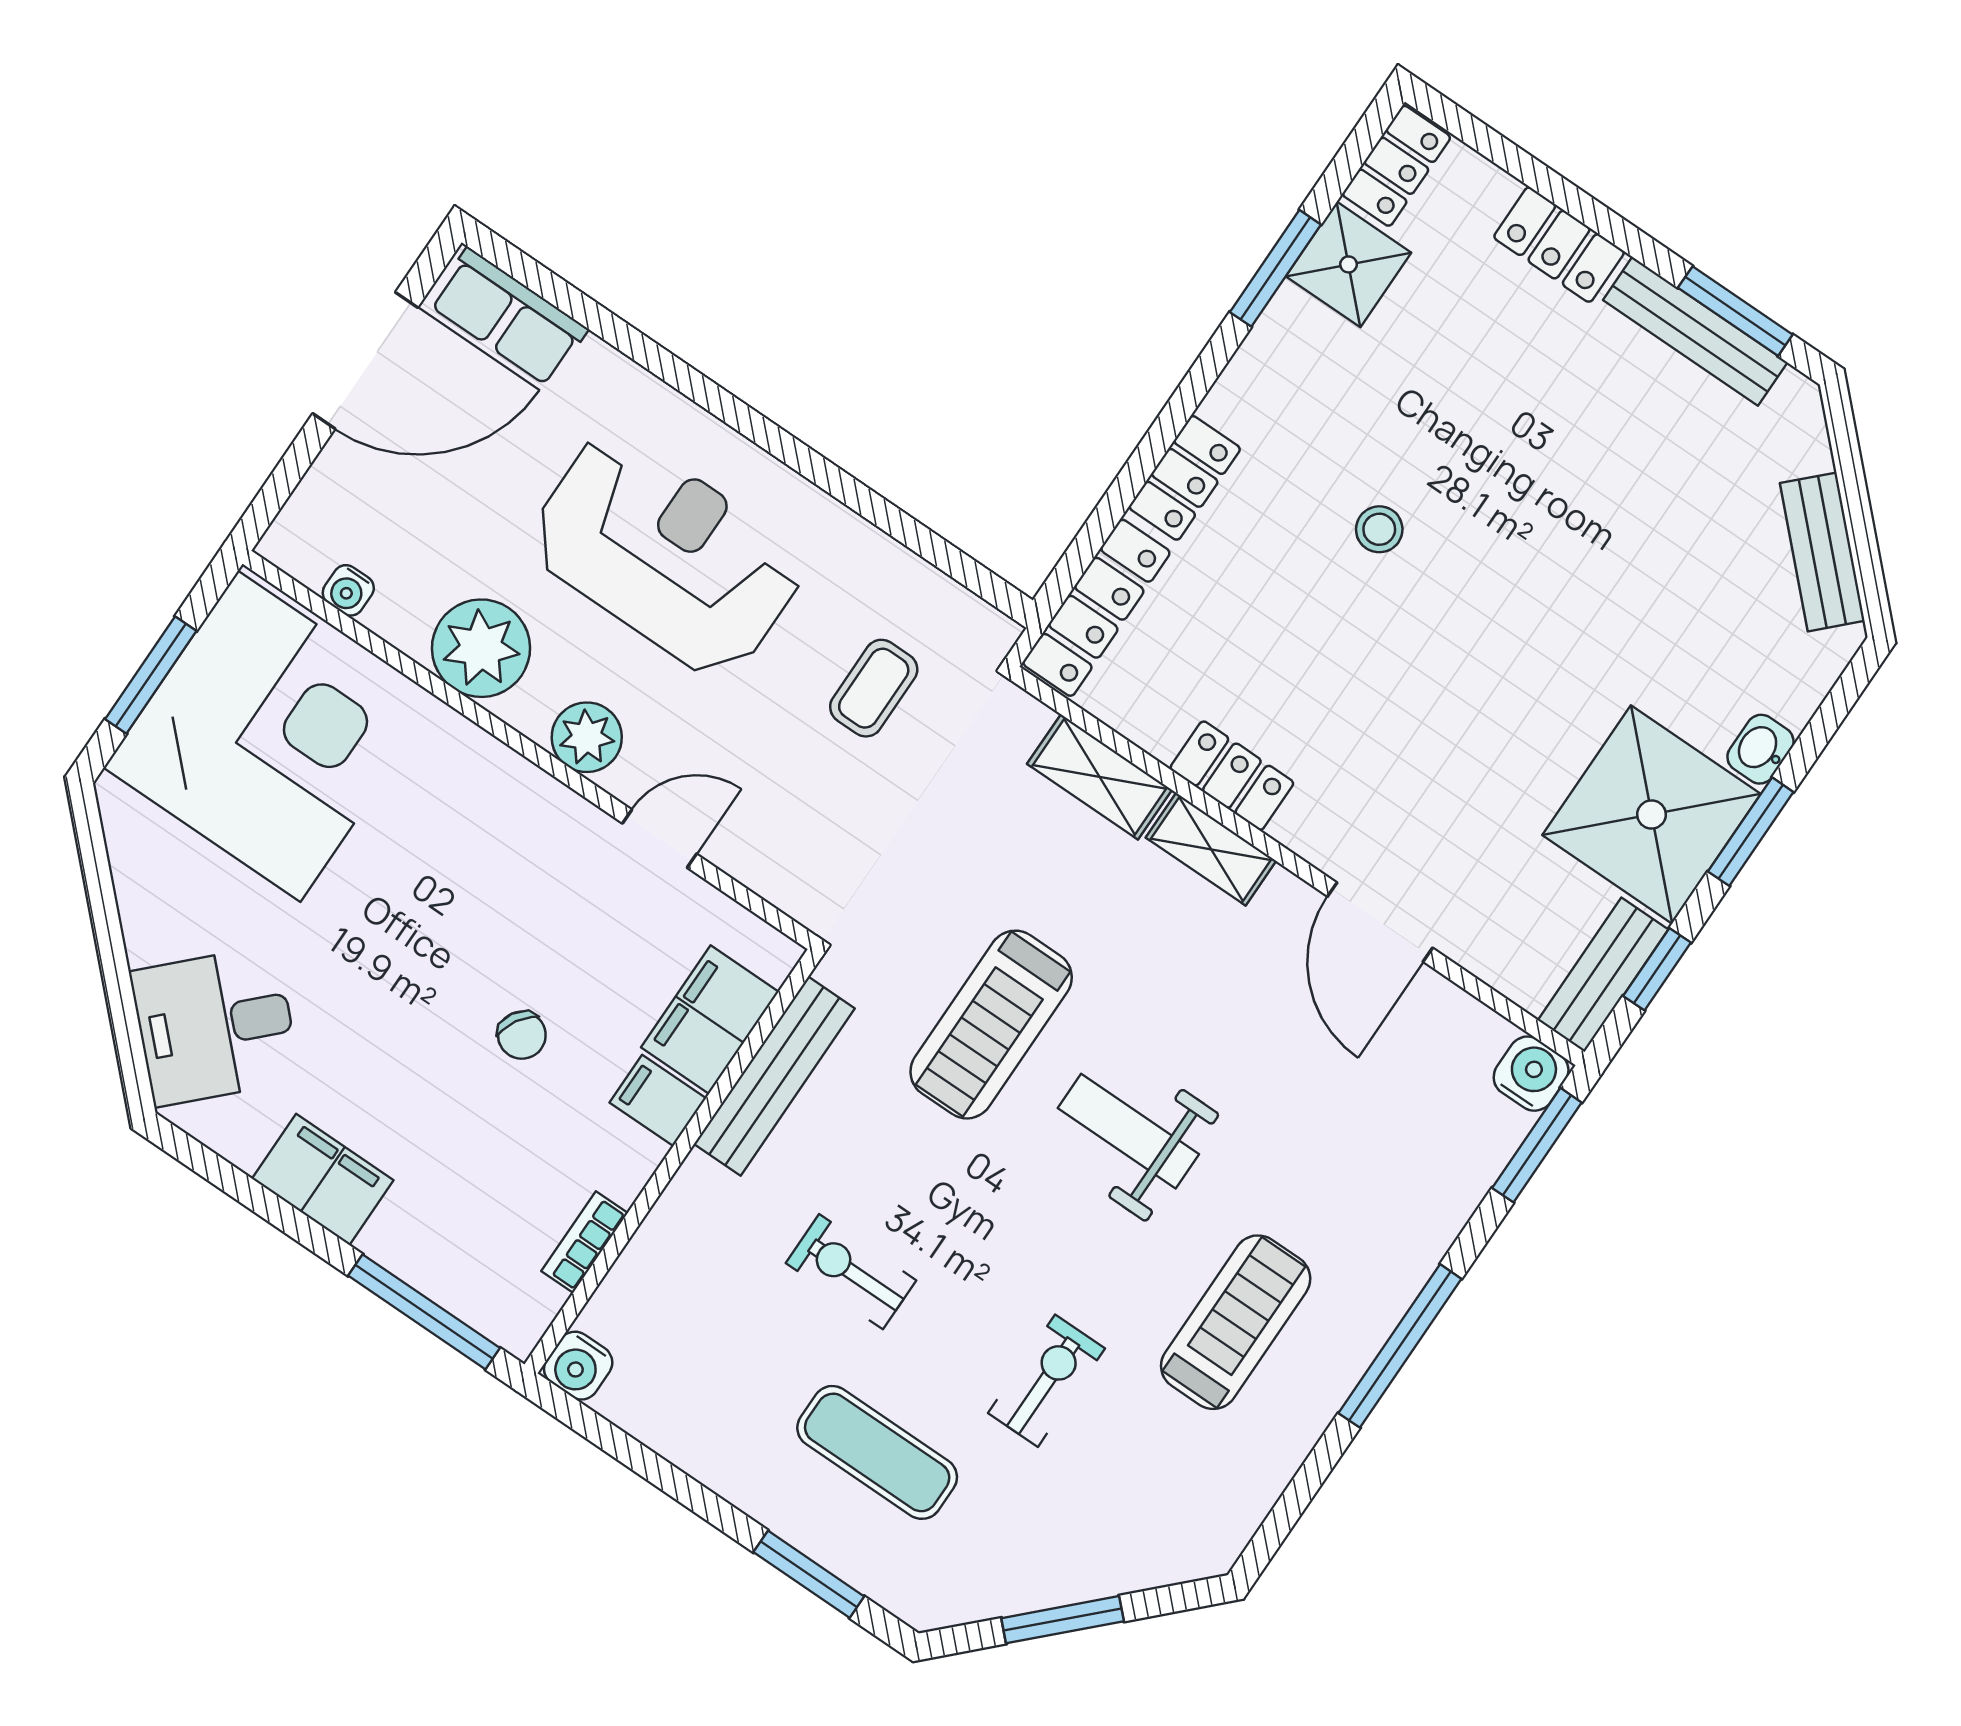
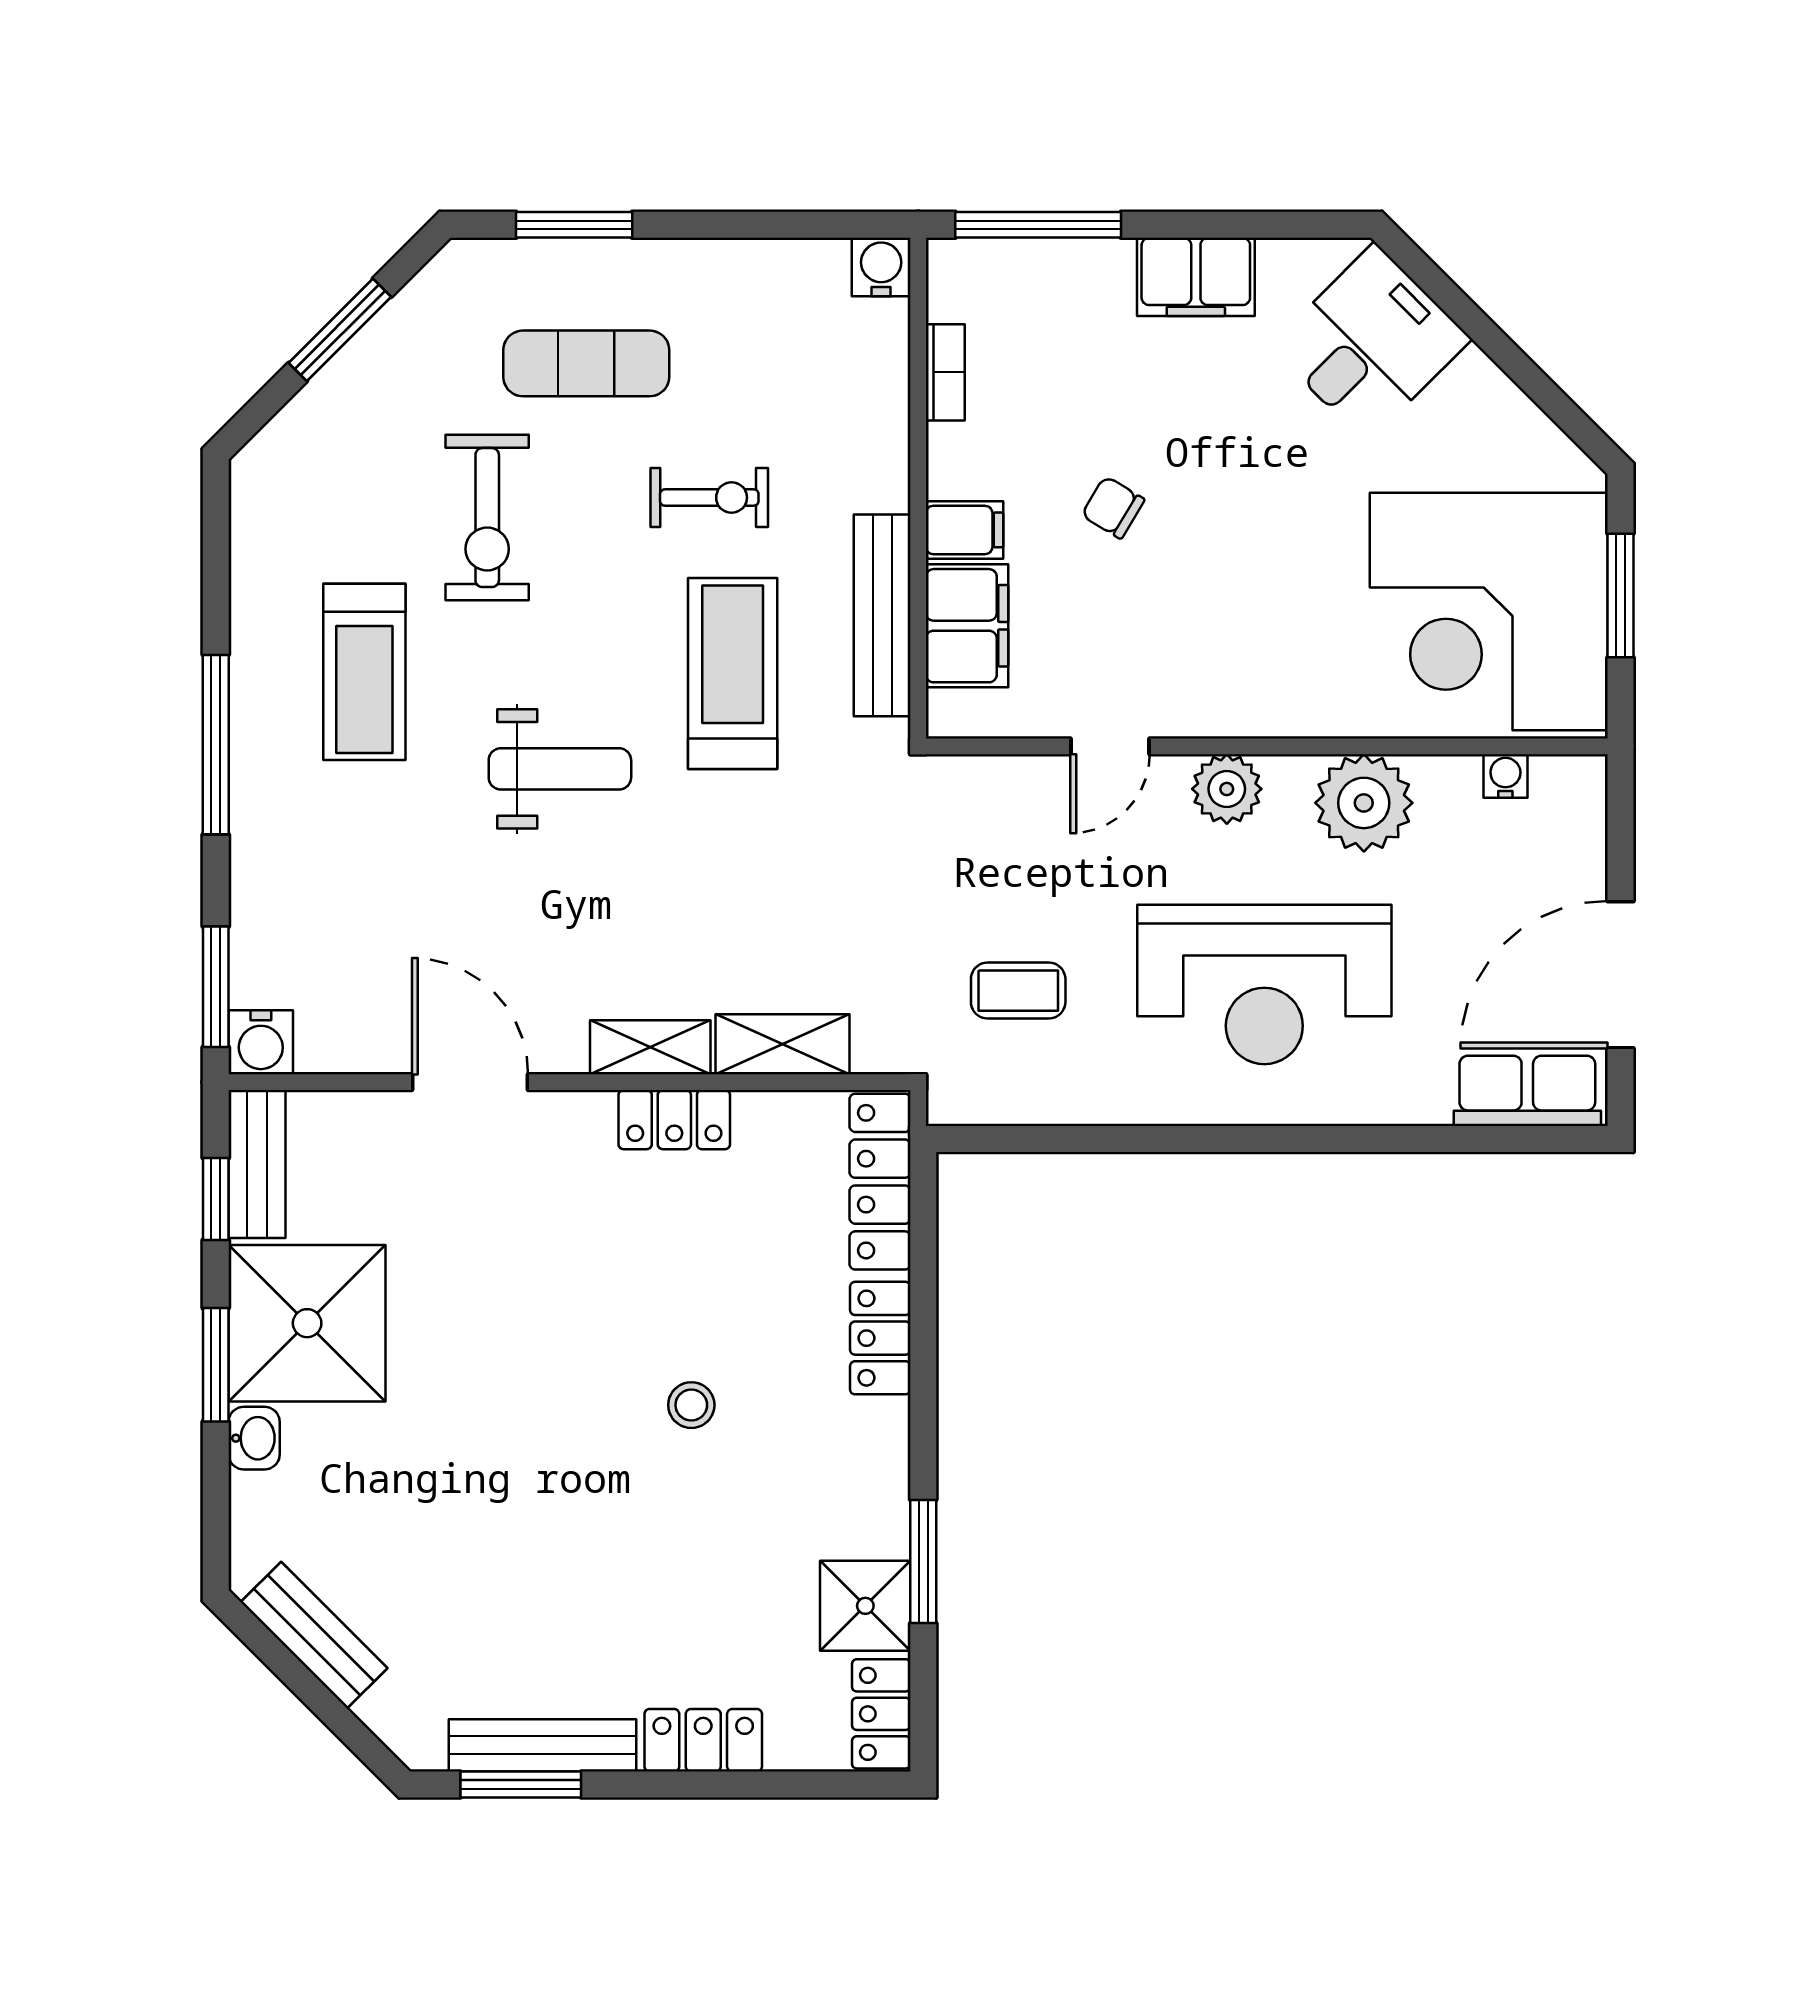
coffee table: (874, 688) -> (1018, 991), turned 90
treadmill: (991, 1025) -> (733, 673), moved
exercise bike: (1046, 1381) -> (487, 518), width x1.38, depth x1.39

